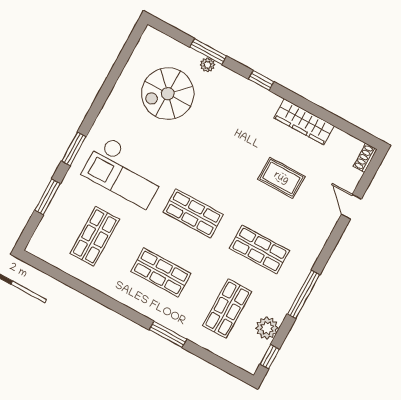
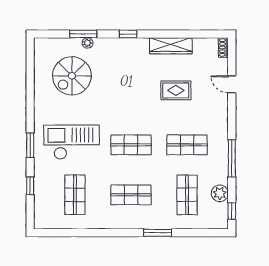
checkout: (125, 172) -> (71, 142), turned 180
window: (48, 197) -> (30, 186), width x0.67

